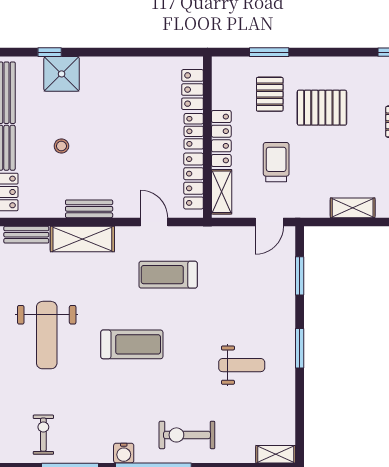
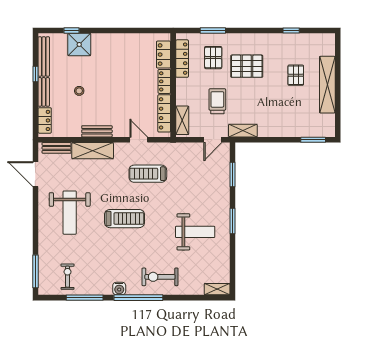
locker: (221, 139) -> (182, 59), moved
shelving: (353, 208) -> (243, 131), moved
weight bench: (242, 365) -> (195, 232), width x1.36, depth x1.33

